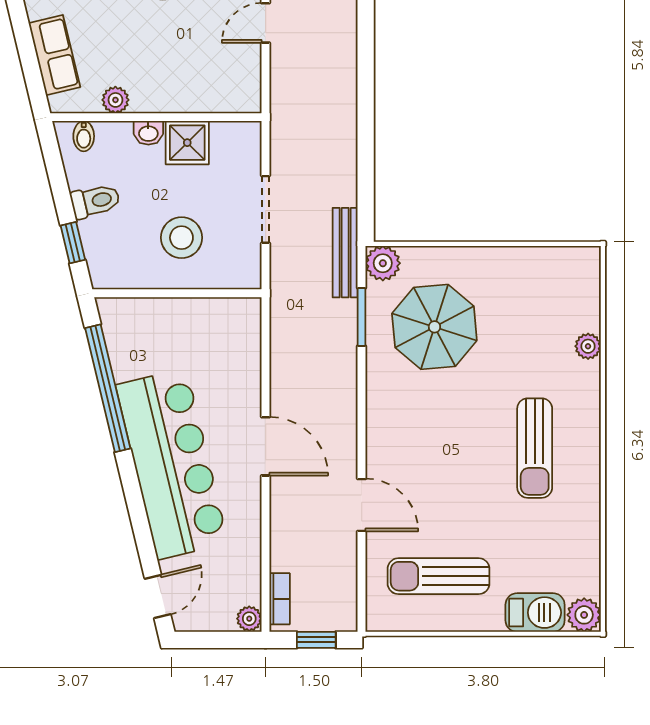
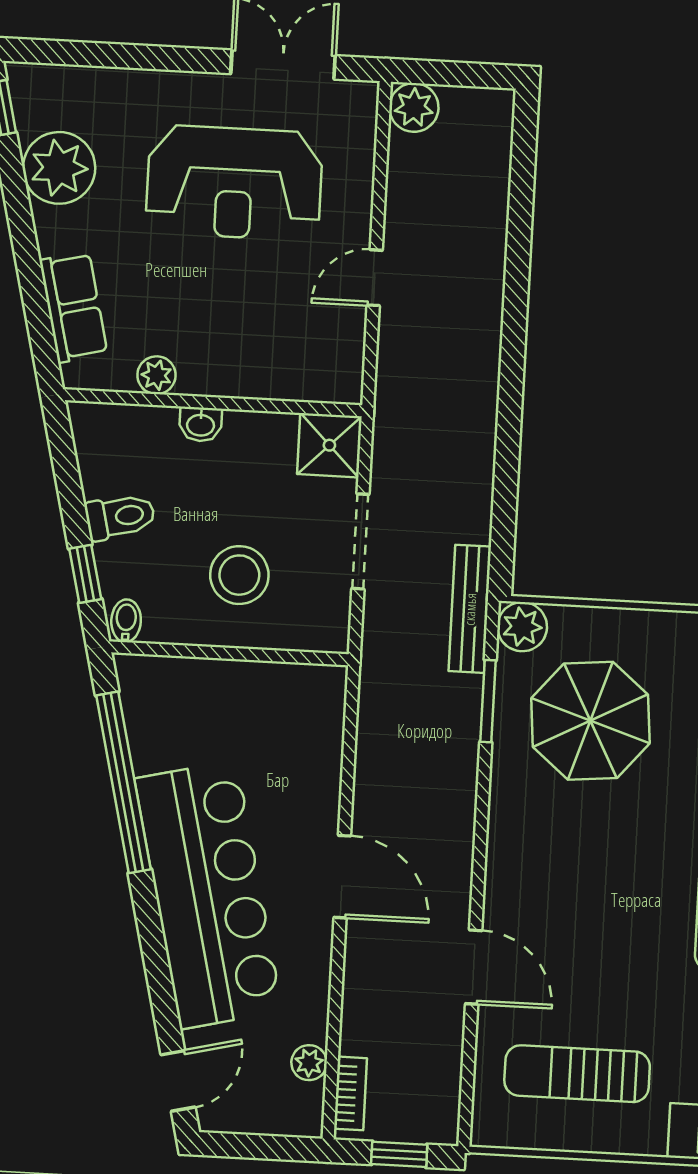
bidet: (84, 136) -> (126, 621), moved, turned 180
shower: (187, 143) -> (329, 445), moved
plant: (249, 619) -> (309, 1063), moved

